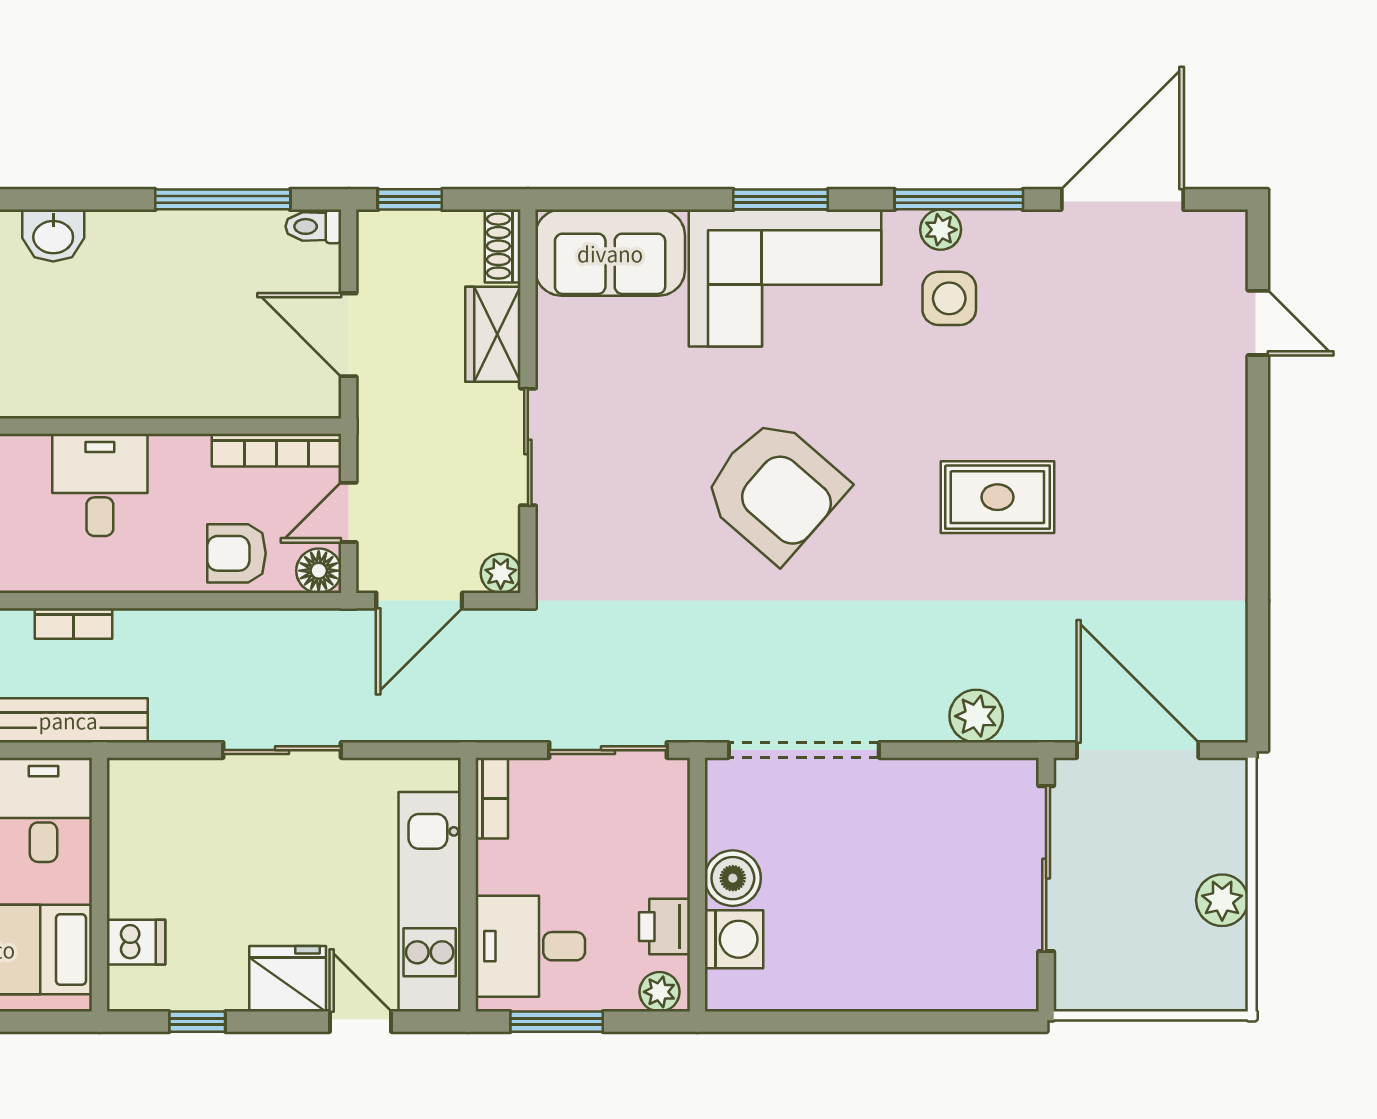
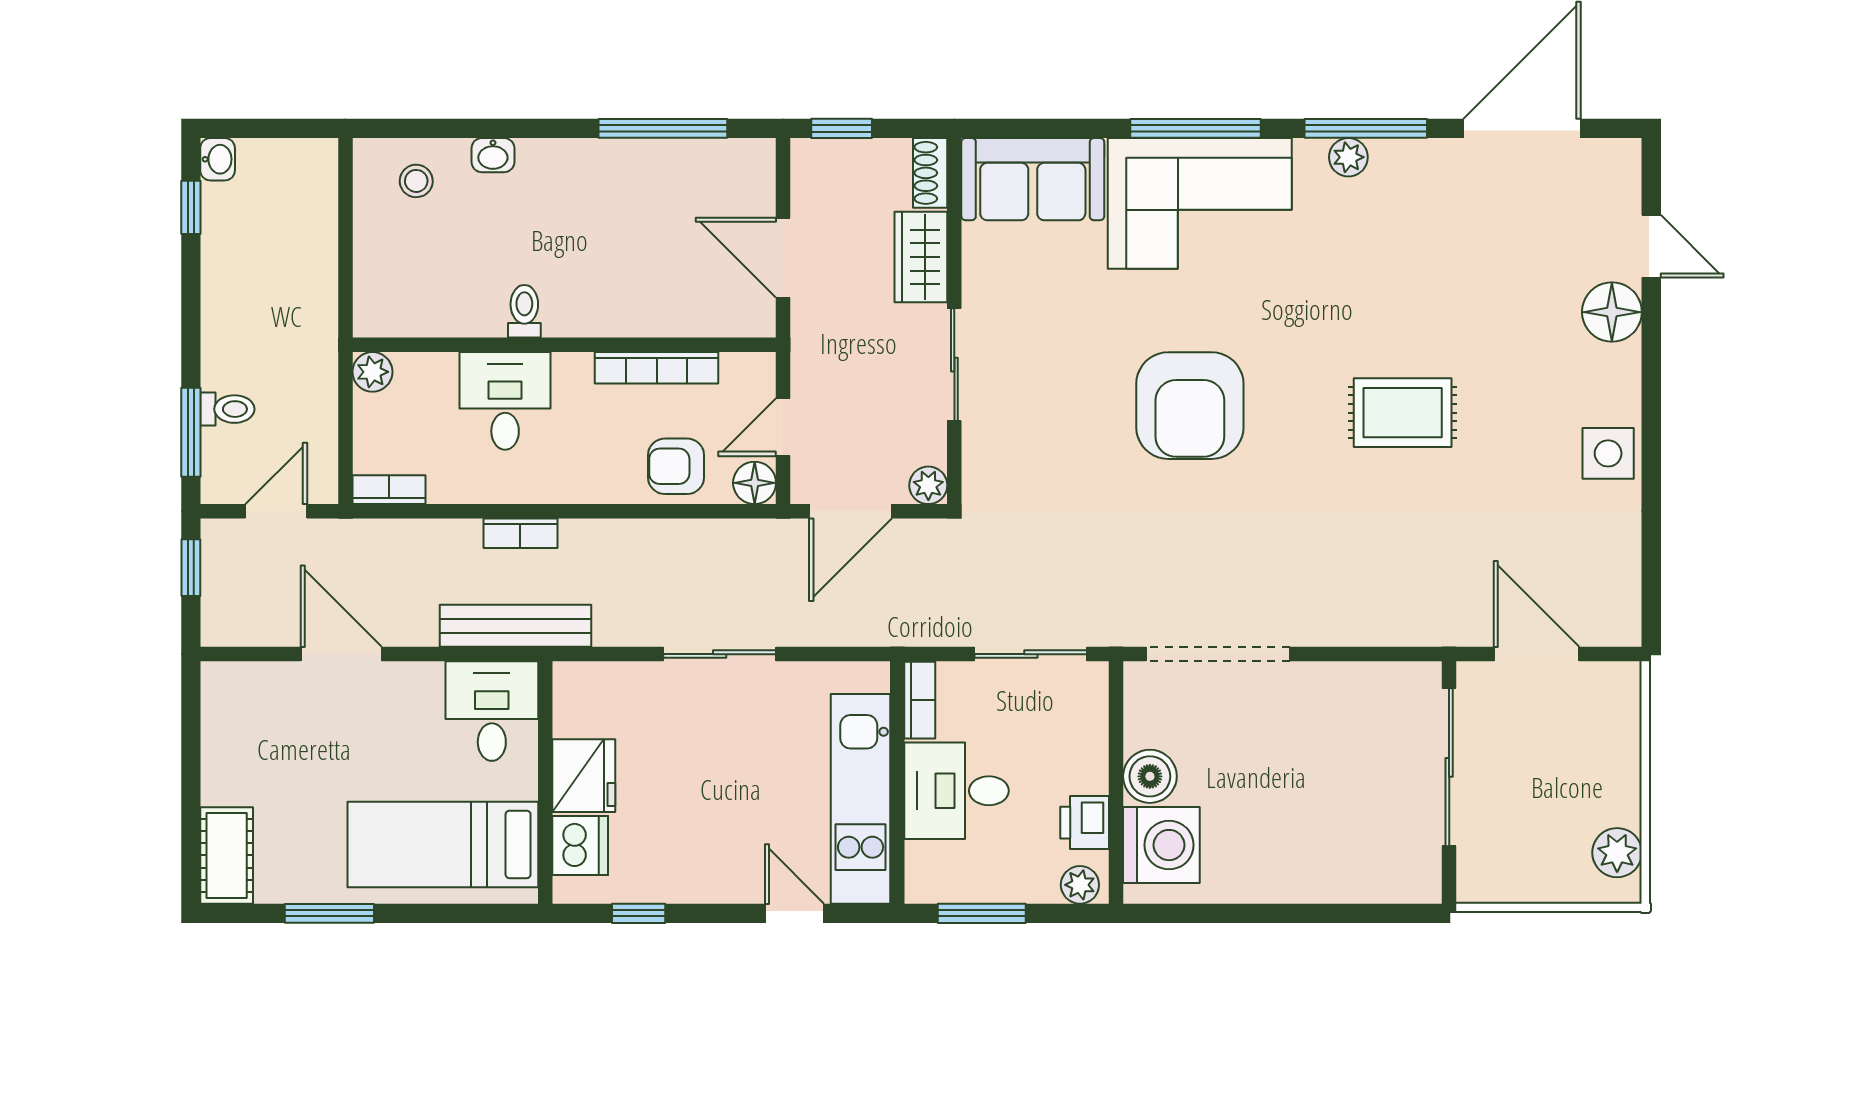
window: (781, 199) -> (1196, 128), width x1.44
toilet: (313, 226) -> (524, 311), moved, turned 90
washbasin: (53, 236) -> (493, 155), width x0.72, depth x0.69
side table: (949, 298) -> (1608, 453), moved
floor lamp: (1217, 392) -> (1612, 312), added
bookcase: (276, 450) -> (657, 368), moved
desk: (100, 485) -> (505, 401), moved
armchair: (775, 490) -> (1190, 406), turned 49
plant: (976, 716) -> (1382, 622), removed
door: (1138, 750) -> (1536, 654), width x0.73
plant: (1222, 900) -> (1617, 853), moved
washing machine: (734, 939) -> (1161, 845), width x1.37, depth x1.37
dishwasher: (136, 942) -> (580, 846), width x1.38
desk: (530, 946) -> (957, 791), moved
fridge: (288, 979) -> (584, 776), moved, turned 90

